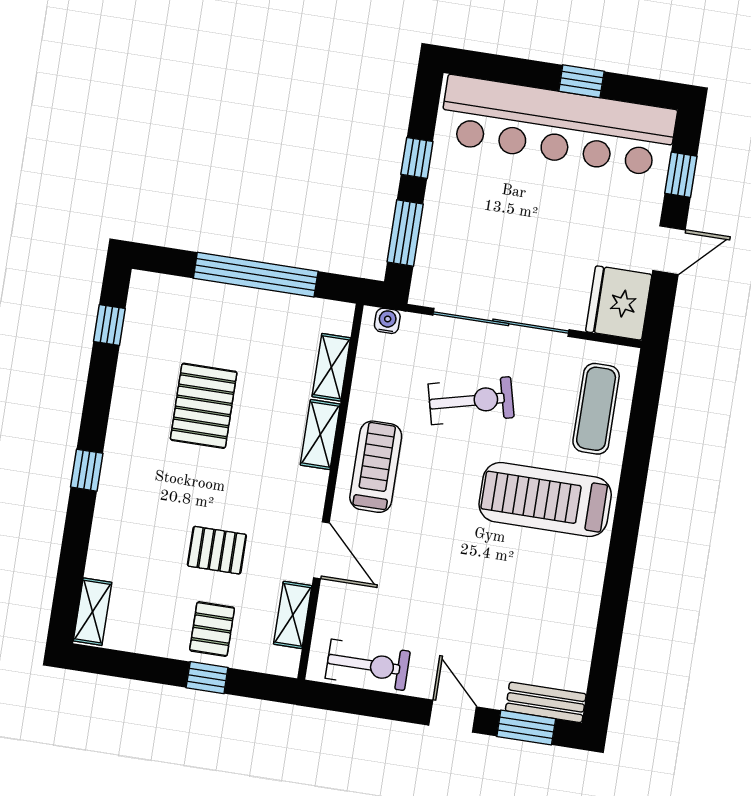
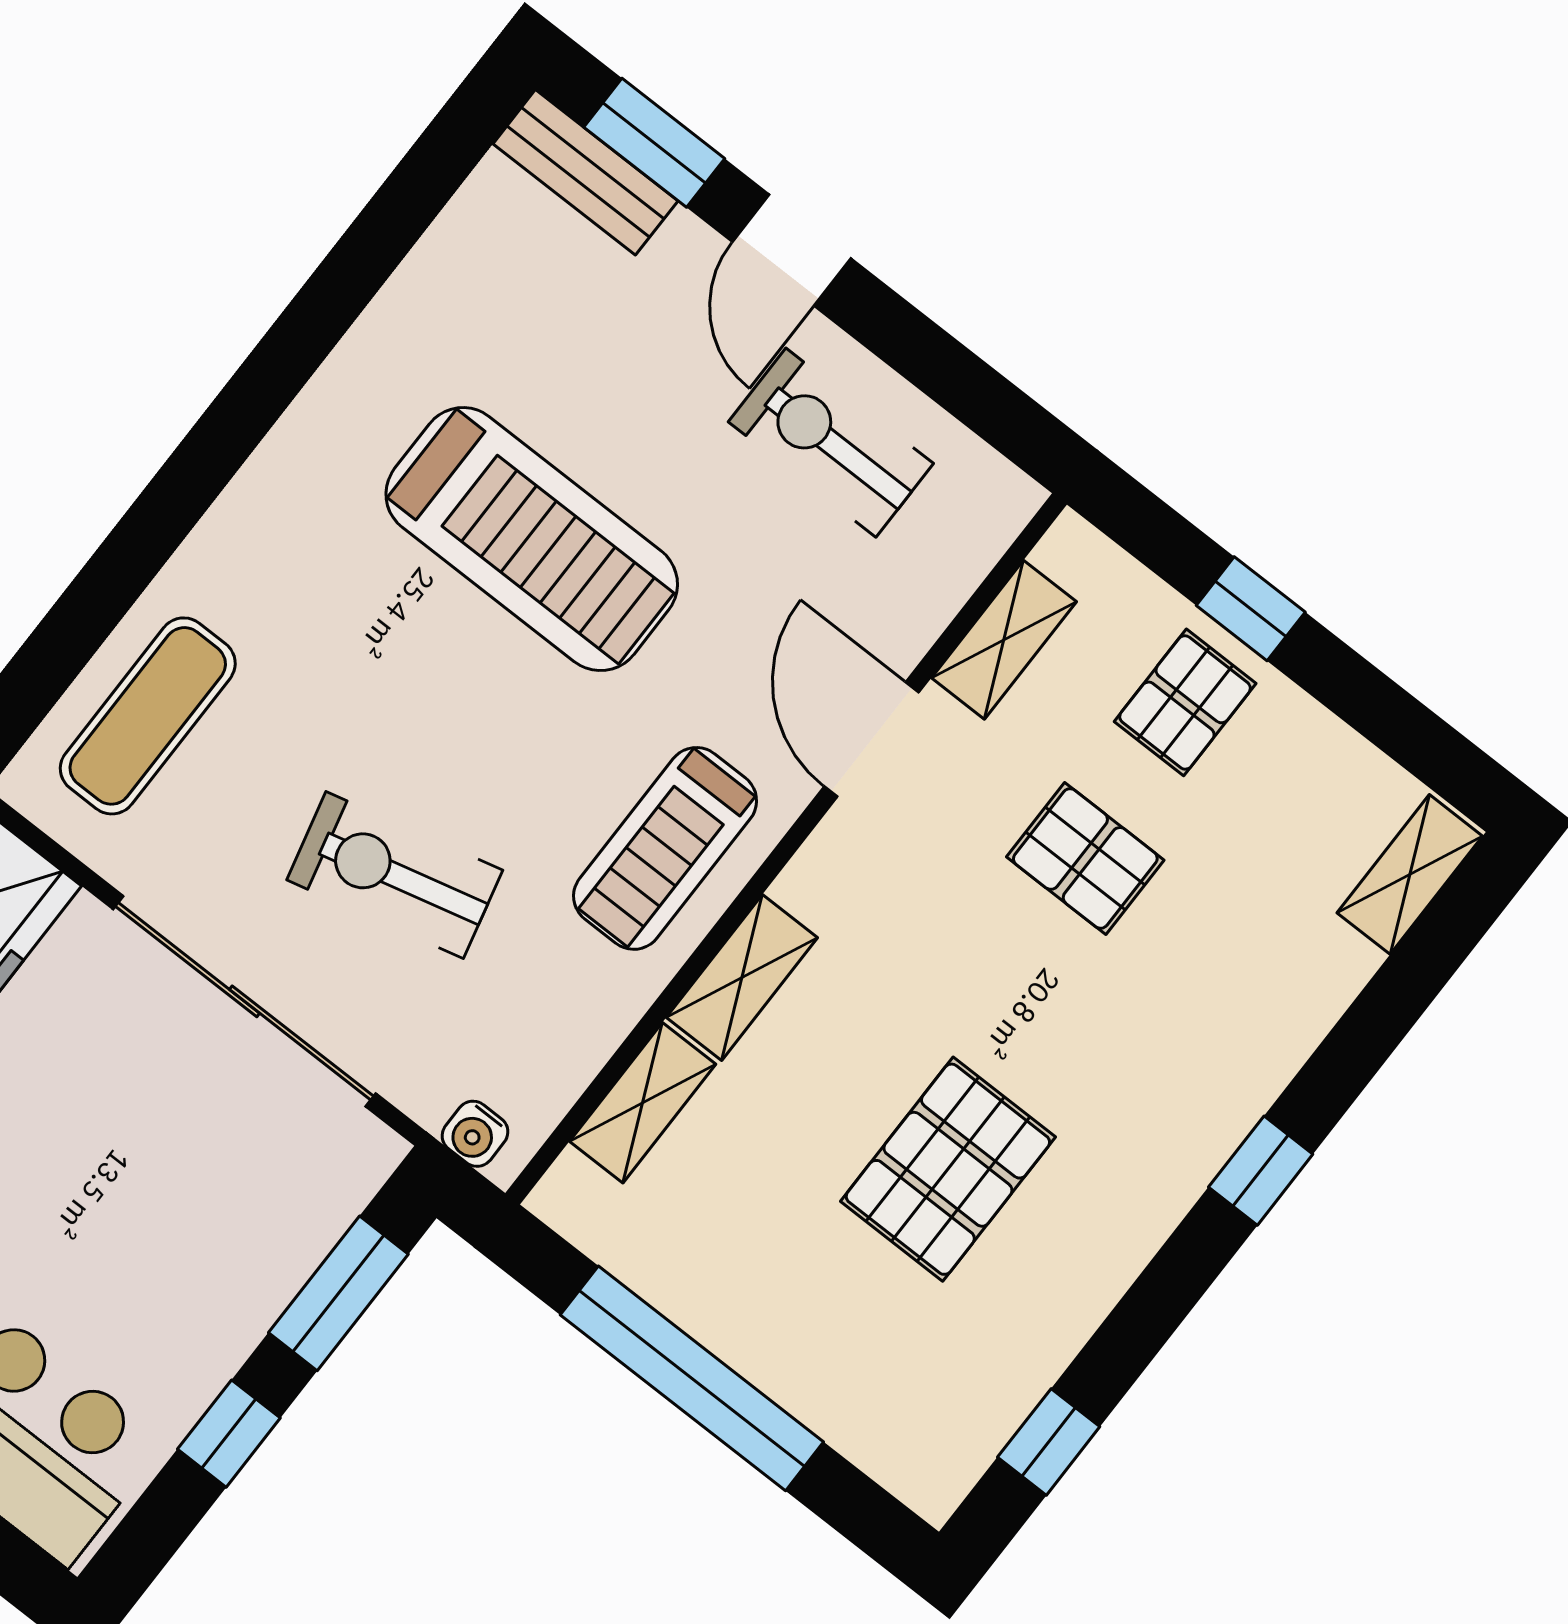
treadmill: (545, 499) -> (532, 539), moved
exercise bike: (368, 665) -> (831, 443), moved

